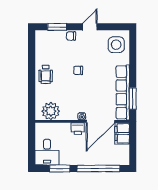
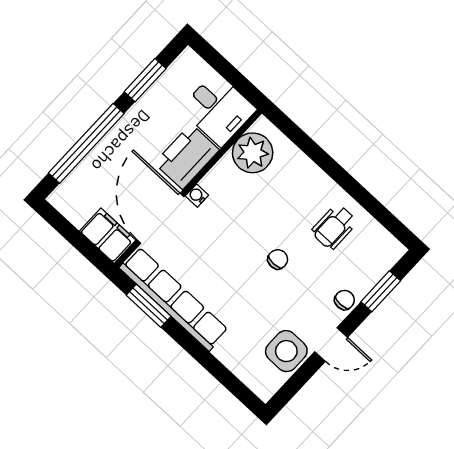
door: (90, 27) -> (331, 345), hinge flipped
side table: (116, 45) -> (286, 351), moved
wheelchair: (46, 74) -> (334, 227), moved, turned -90
printer: (78, 129) -> (187, 157), width x1.87, depth x1.48
desk: (47, 152) -> (218, 109), moved, turned 180

